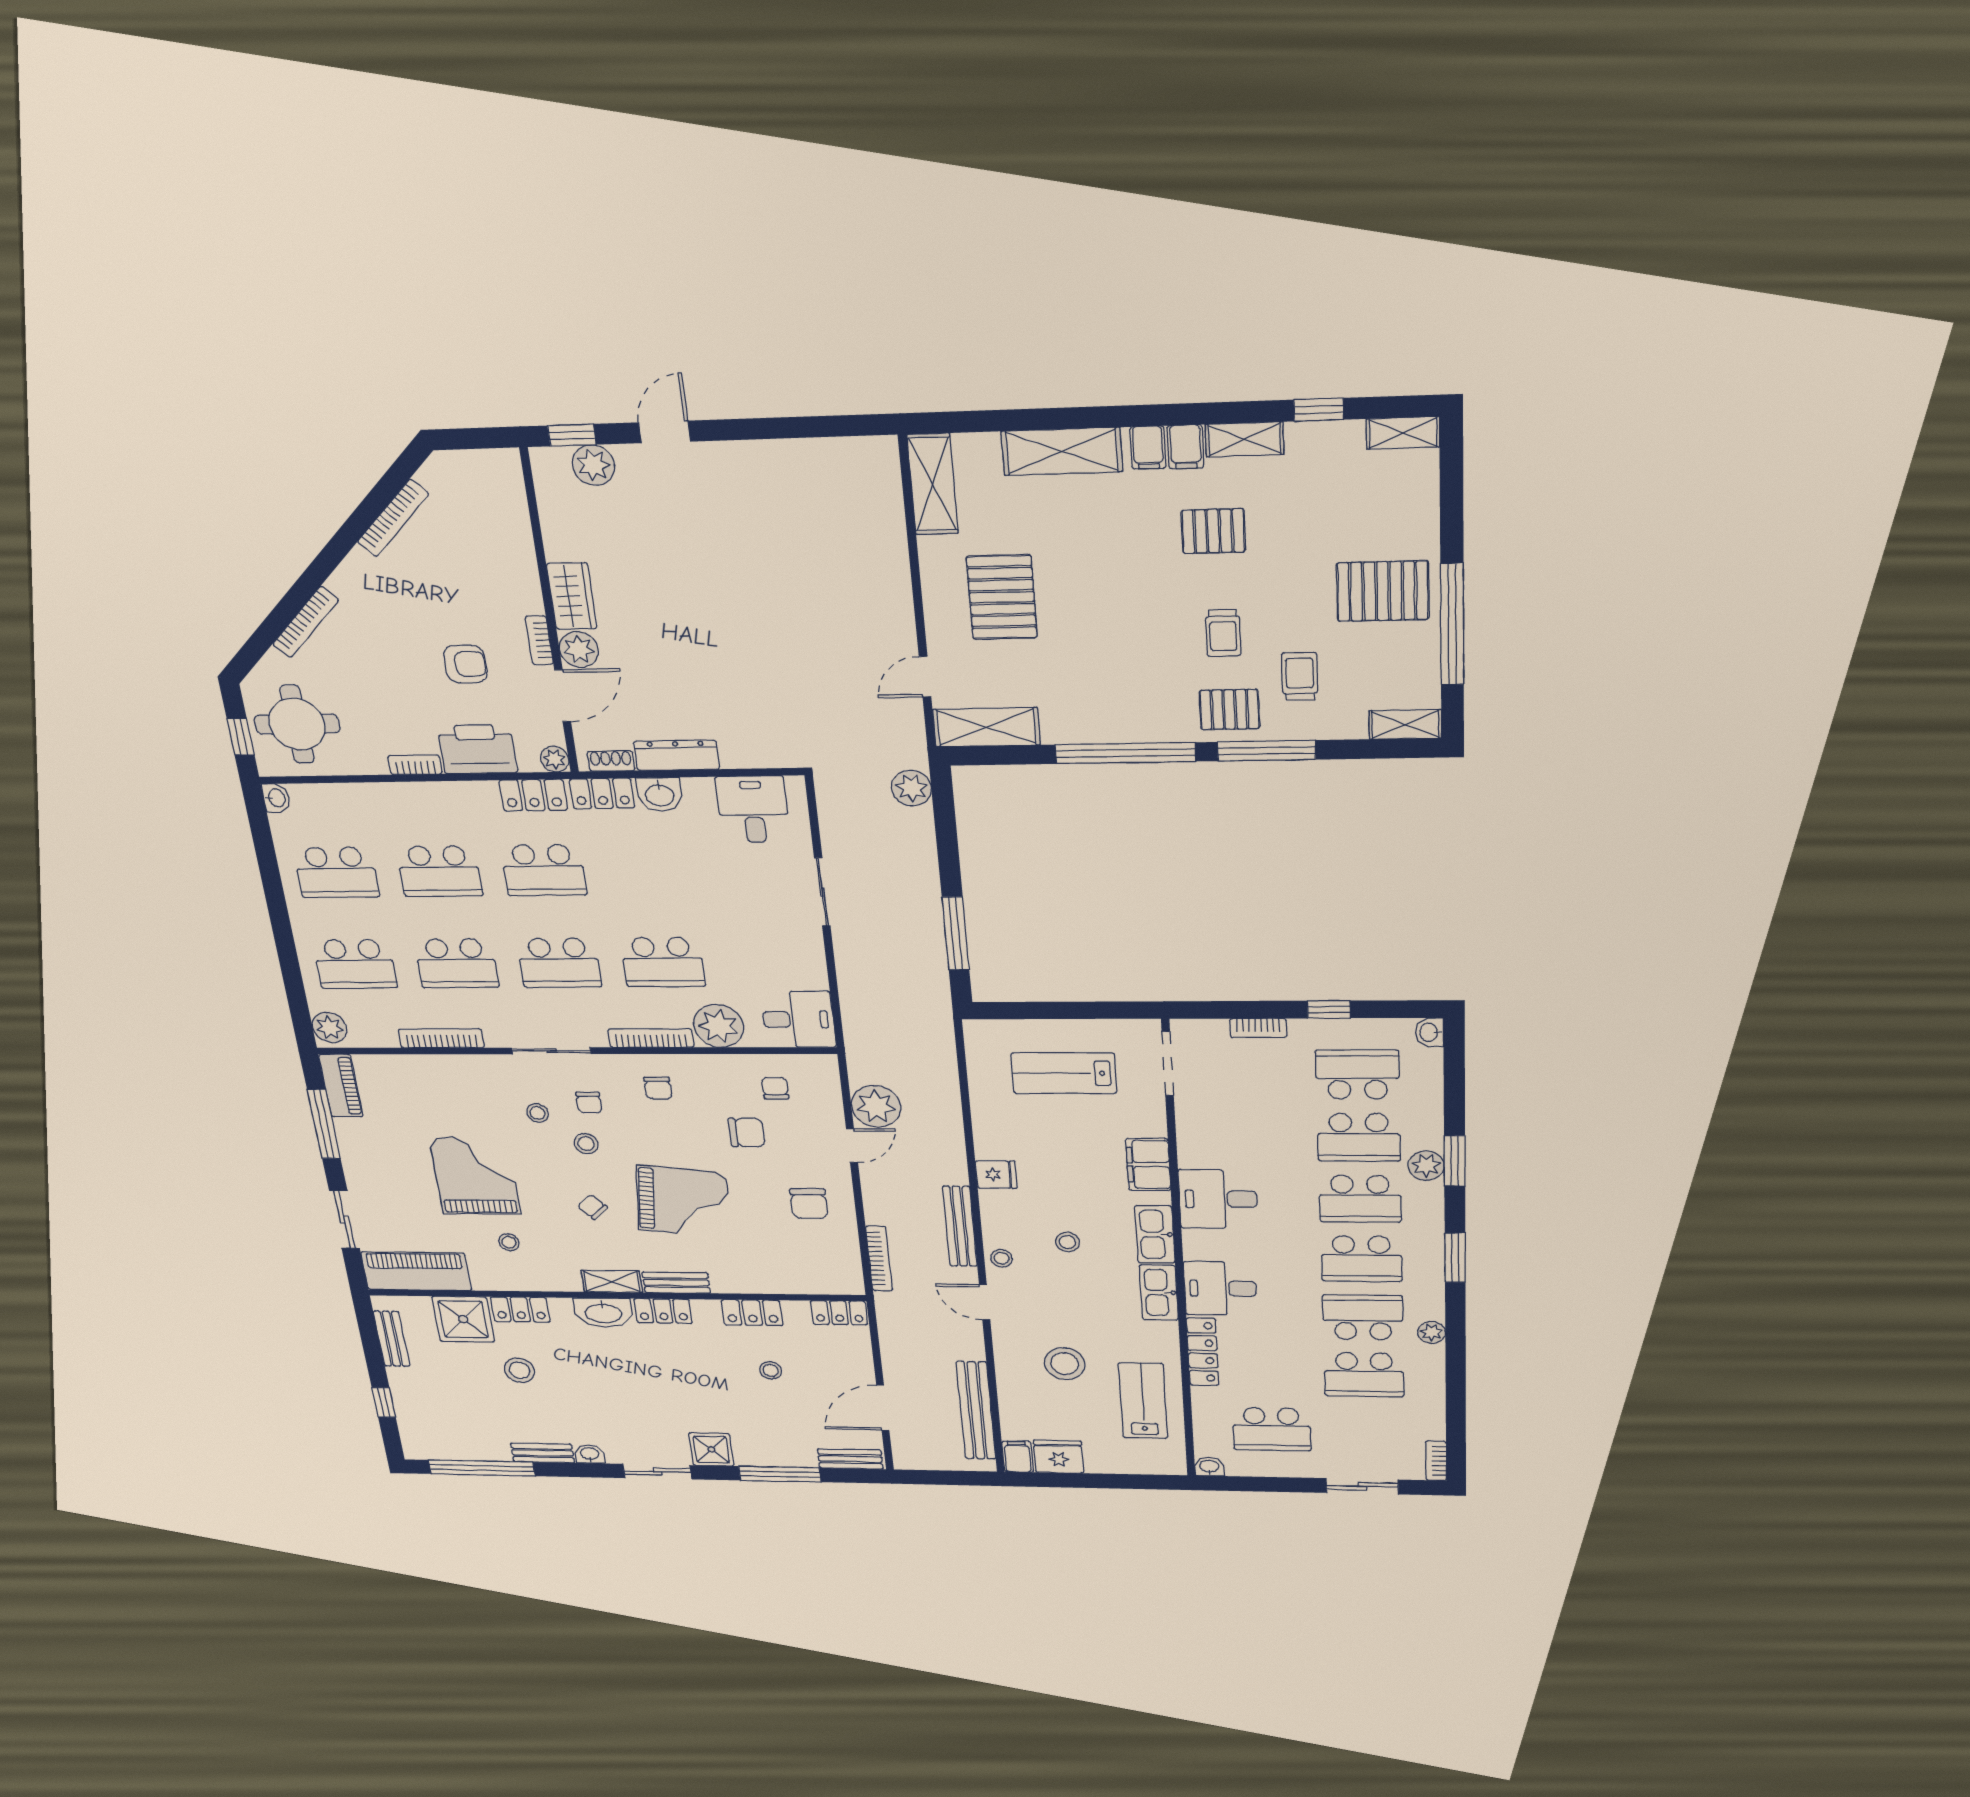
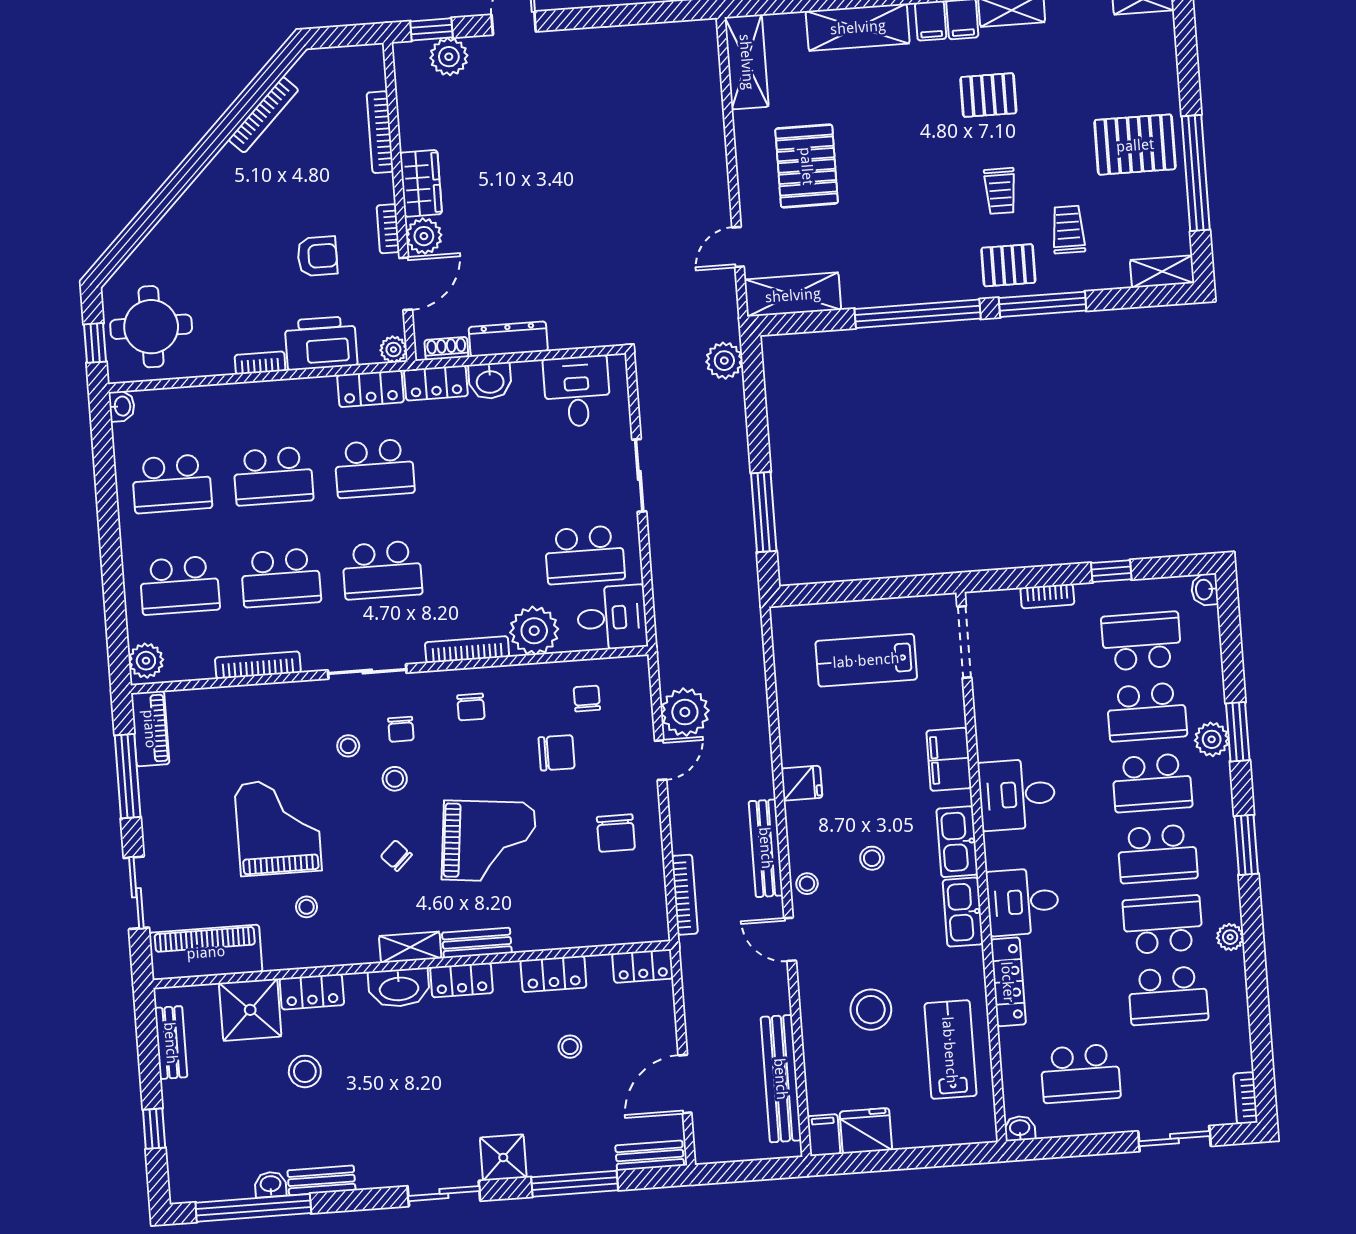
bookcase: (306, 622) -> (380, 132), moved, turned 135
school desk: (663, 962) -> (585, 555), moved
washbasin: (590, 1454) -> (271, 1184), moved

